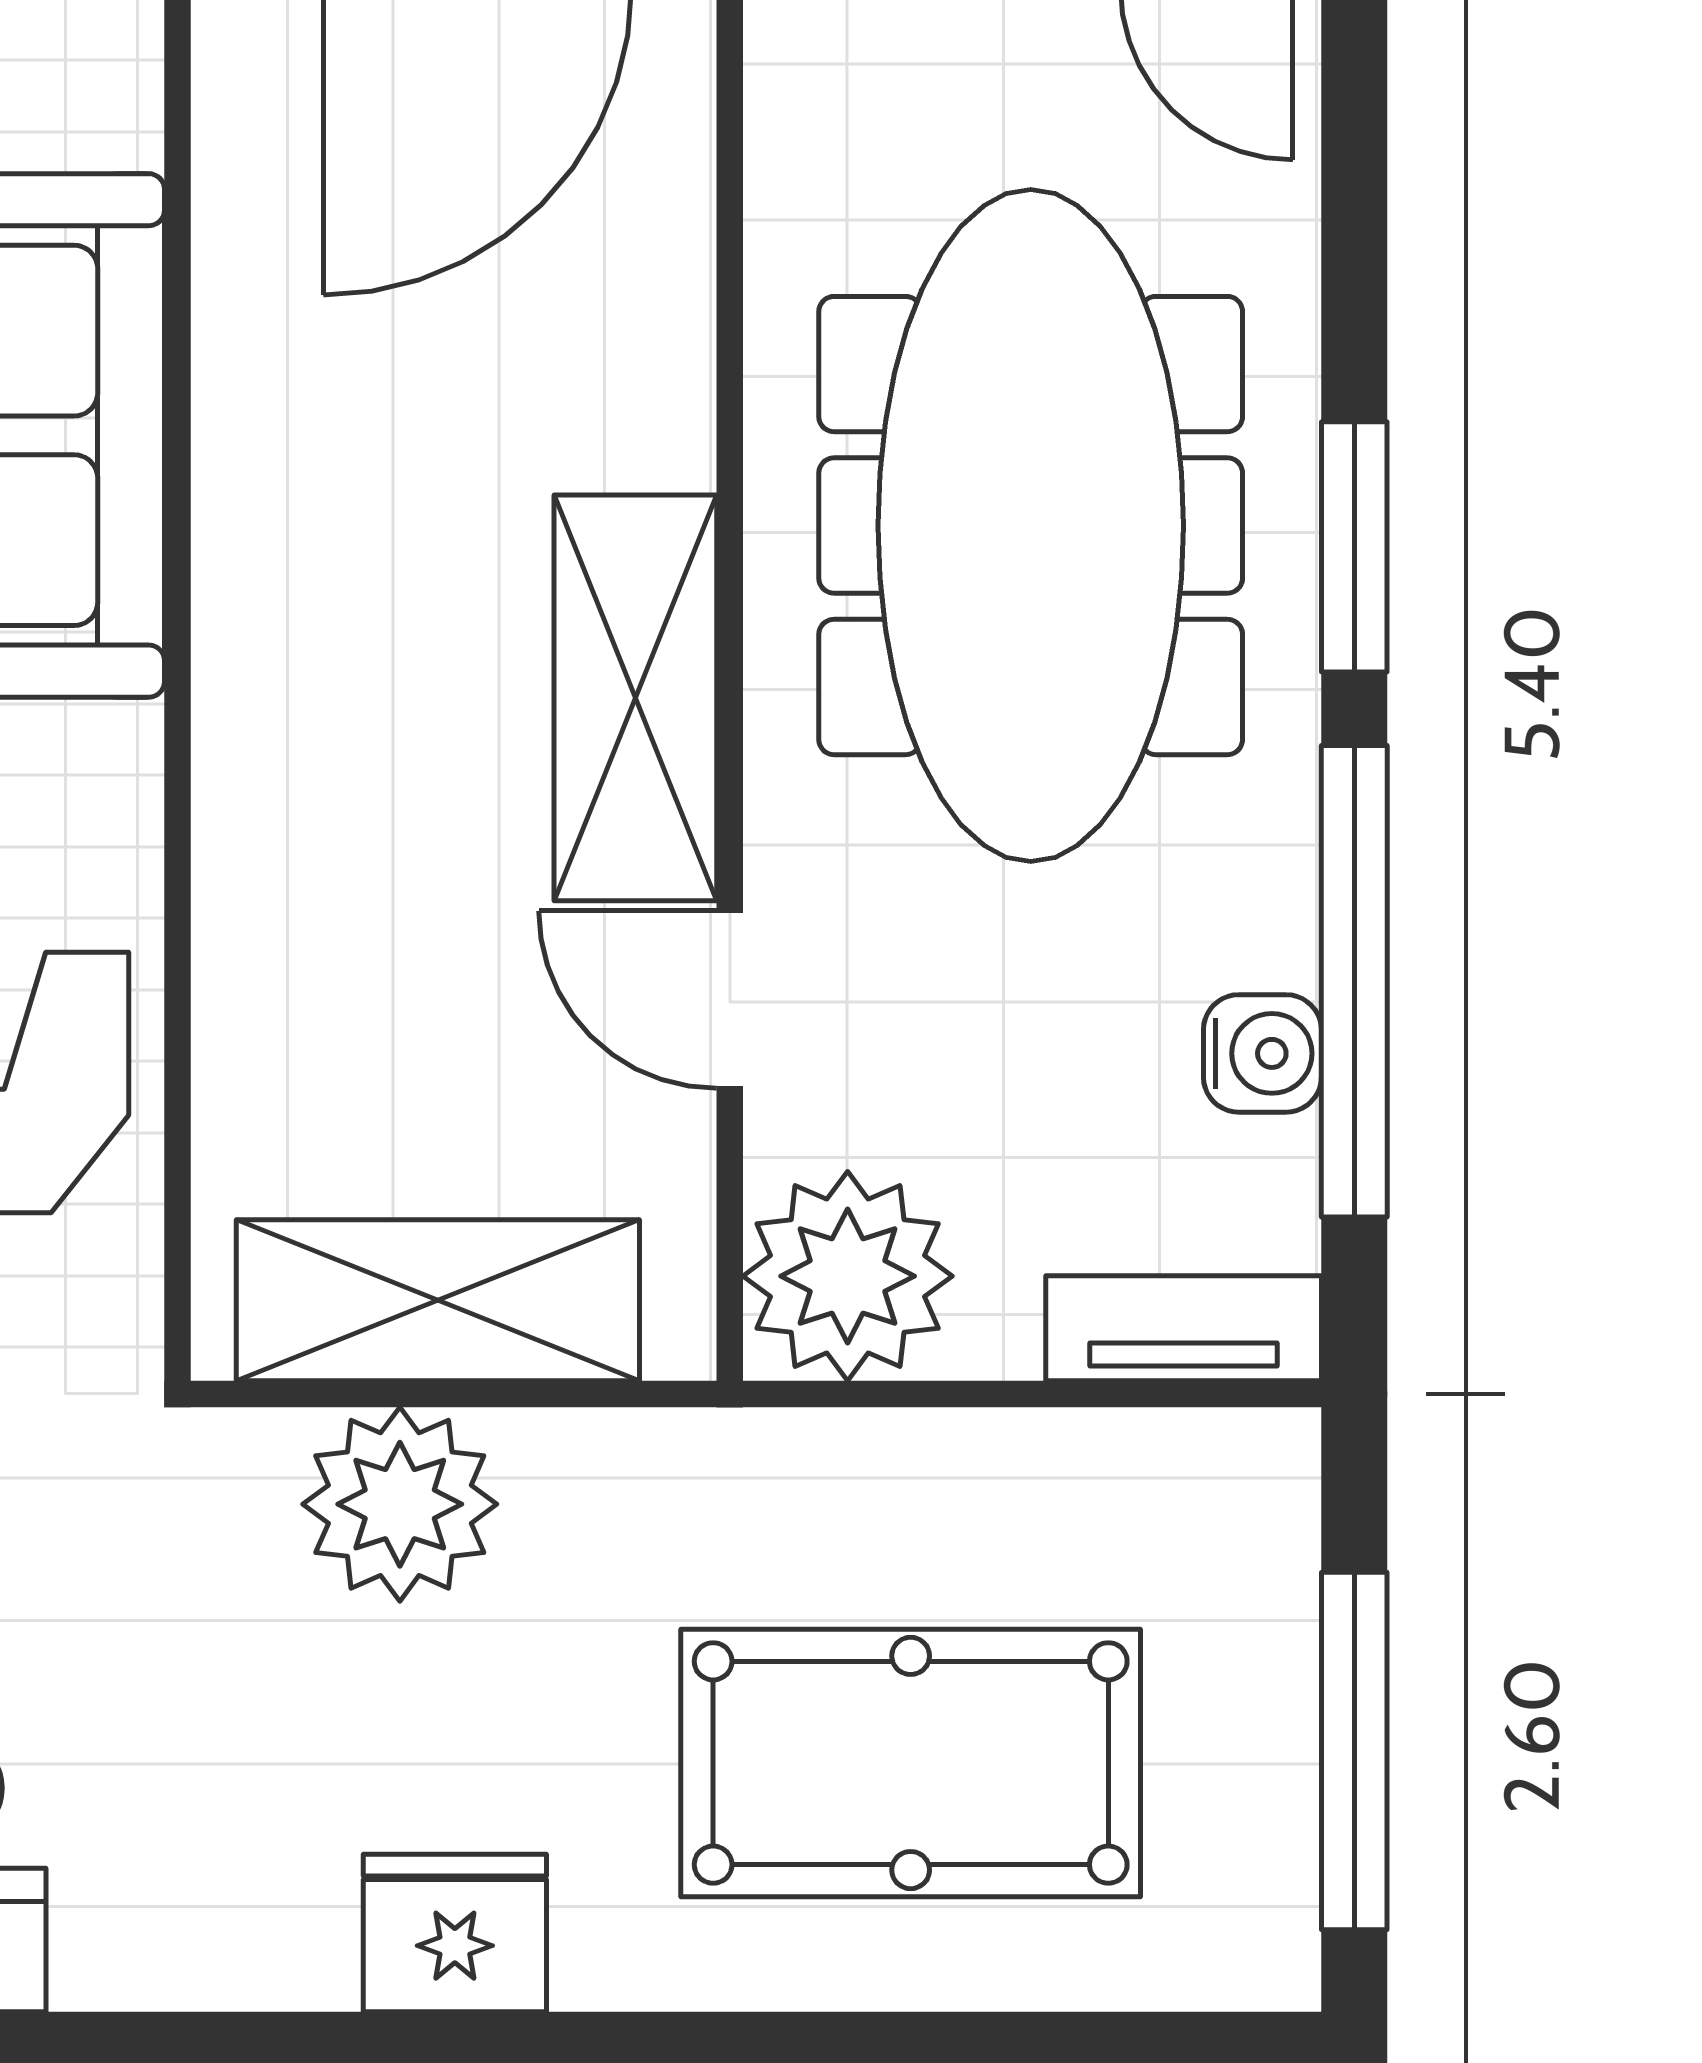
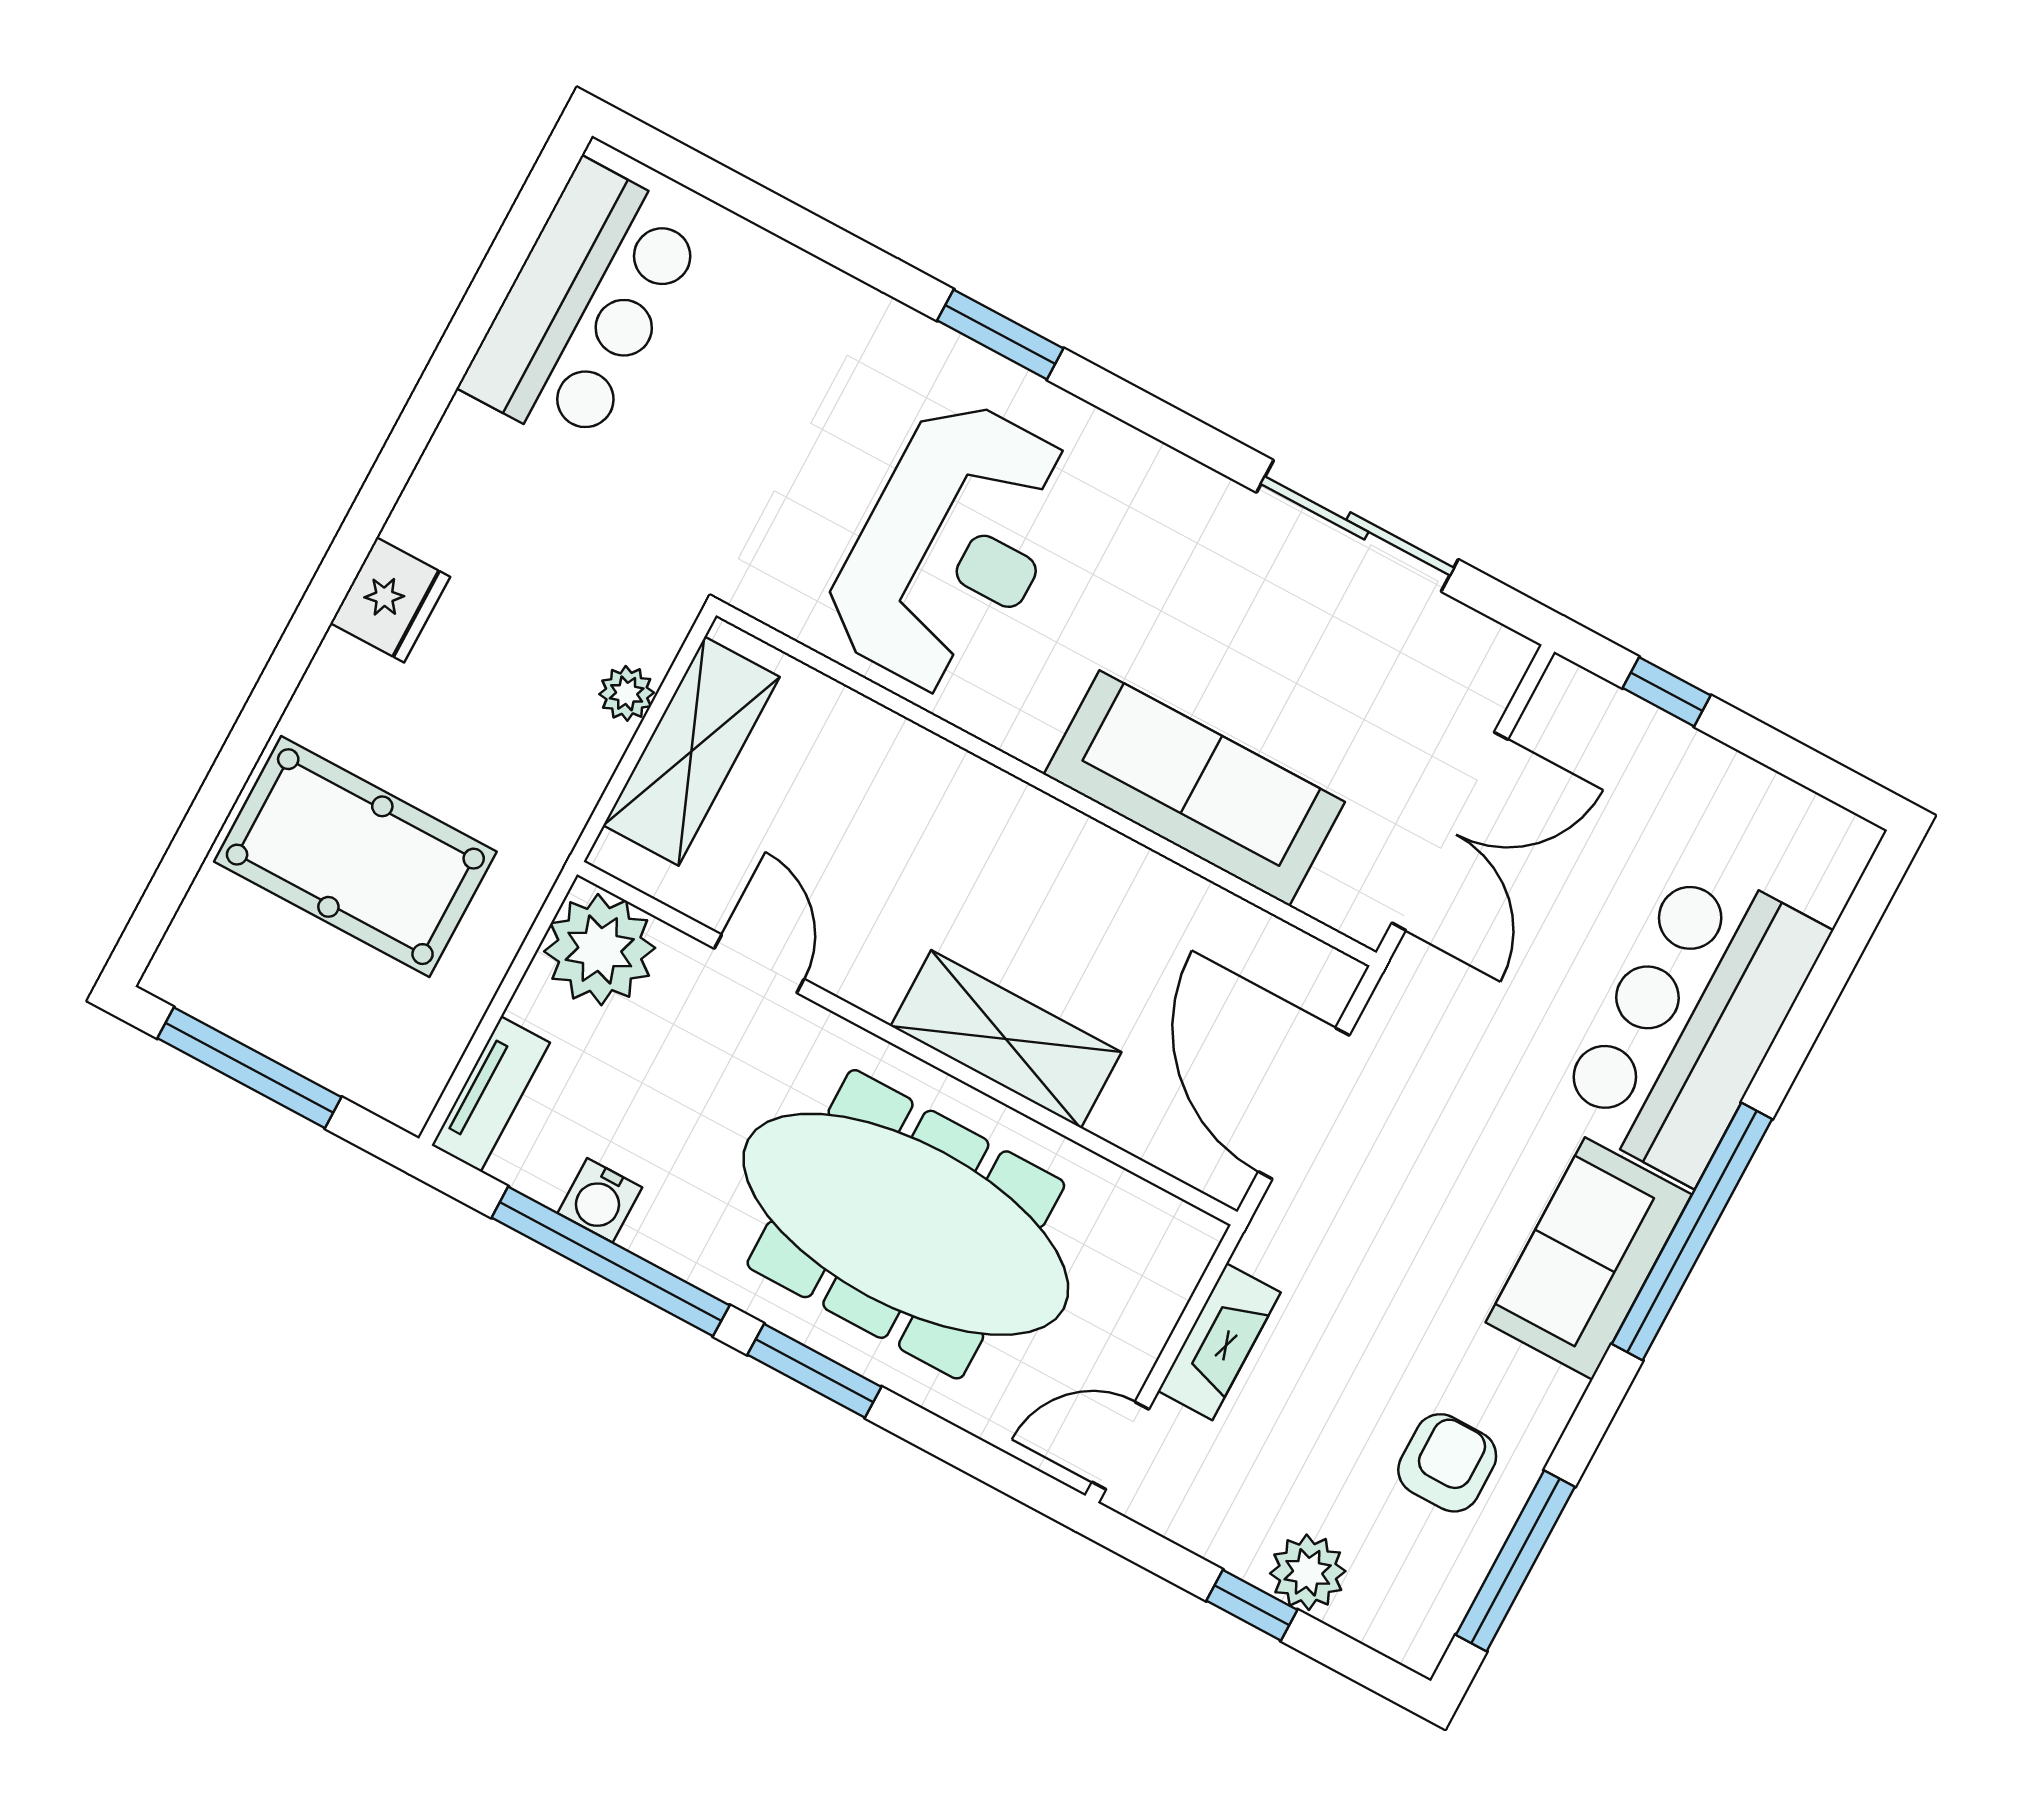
shelving: (635, 698) -> (1006, 1039), moved
door: (730, 1000) -> (759, 964), hinge flipped
plant: (400, 1504) -> (627, 693), width x0.53, depth x0.53
pool table: (911, 1763) -> (355, 857), turned 90

